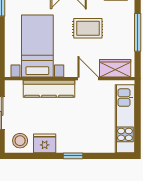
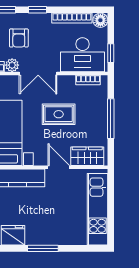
window: (73, 156) -> (43, 248), width x1.50

